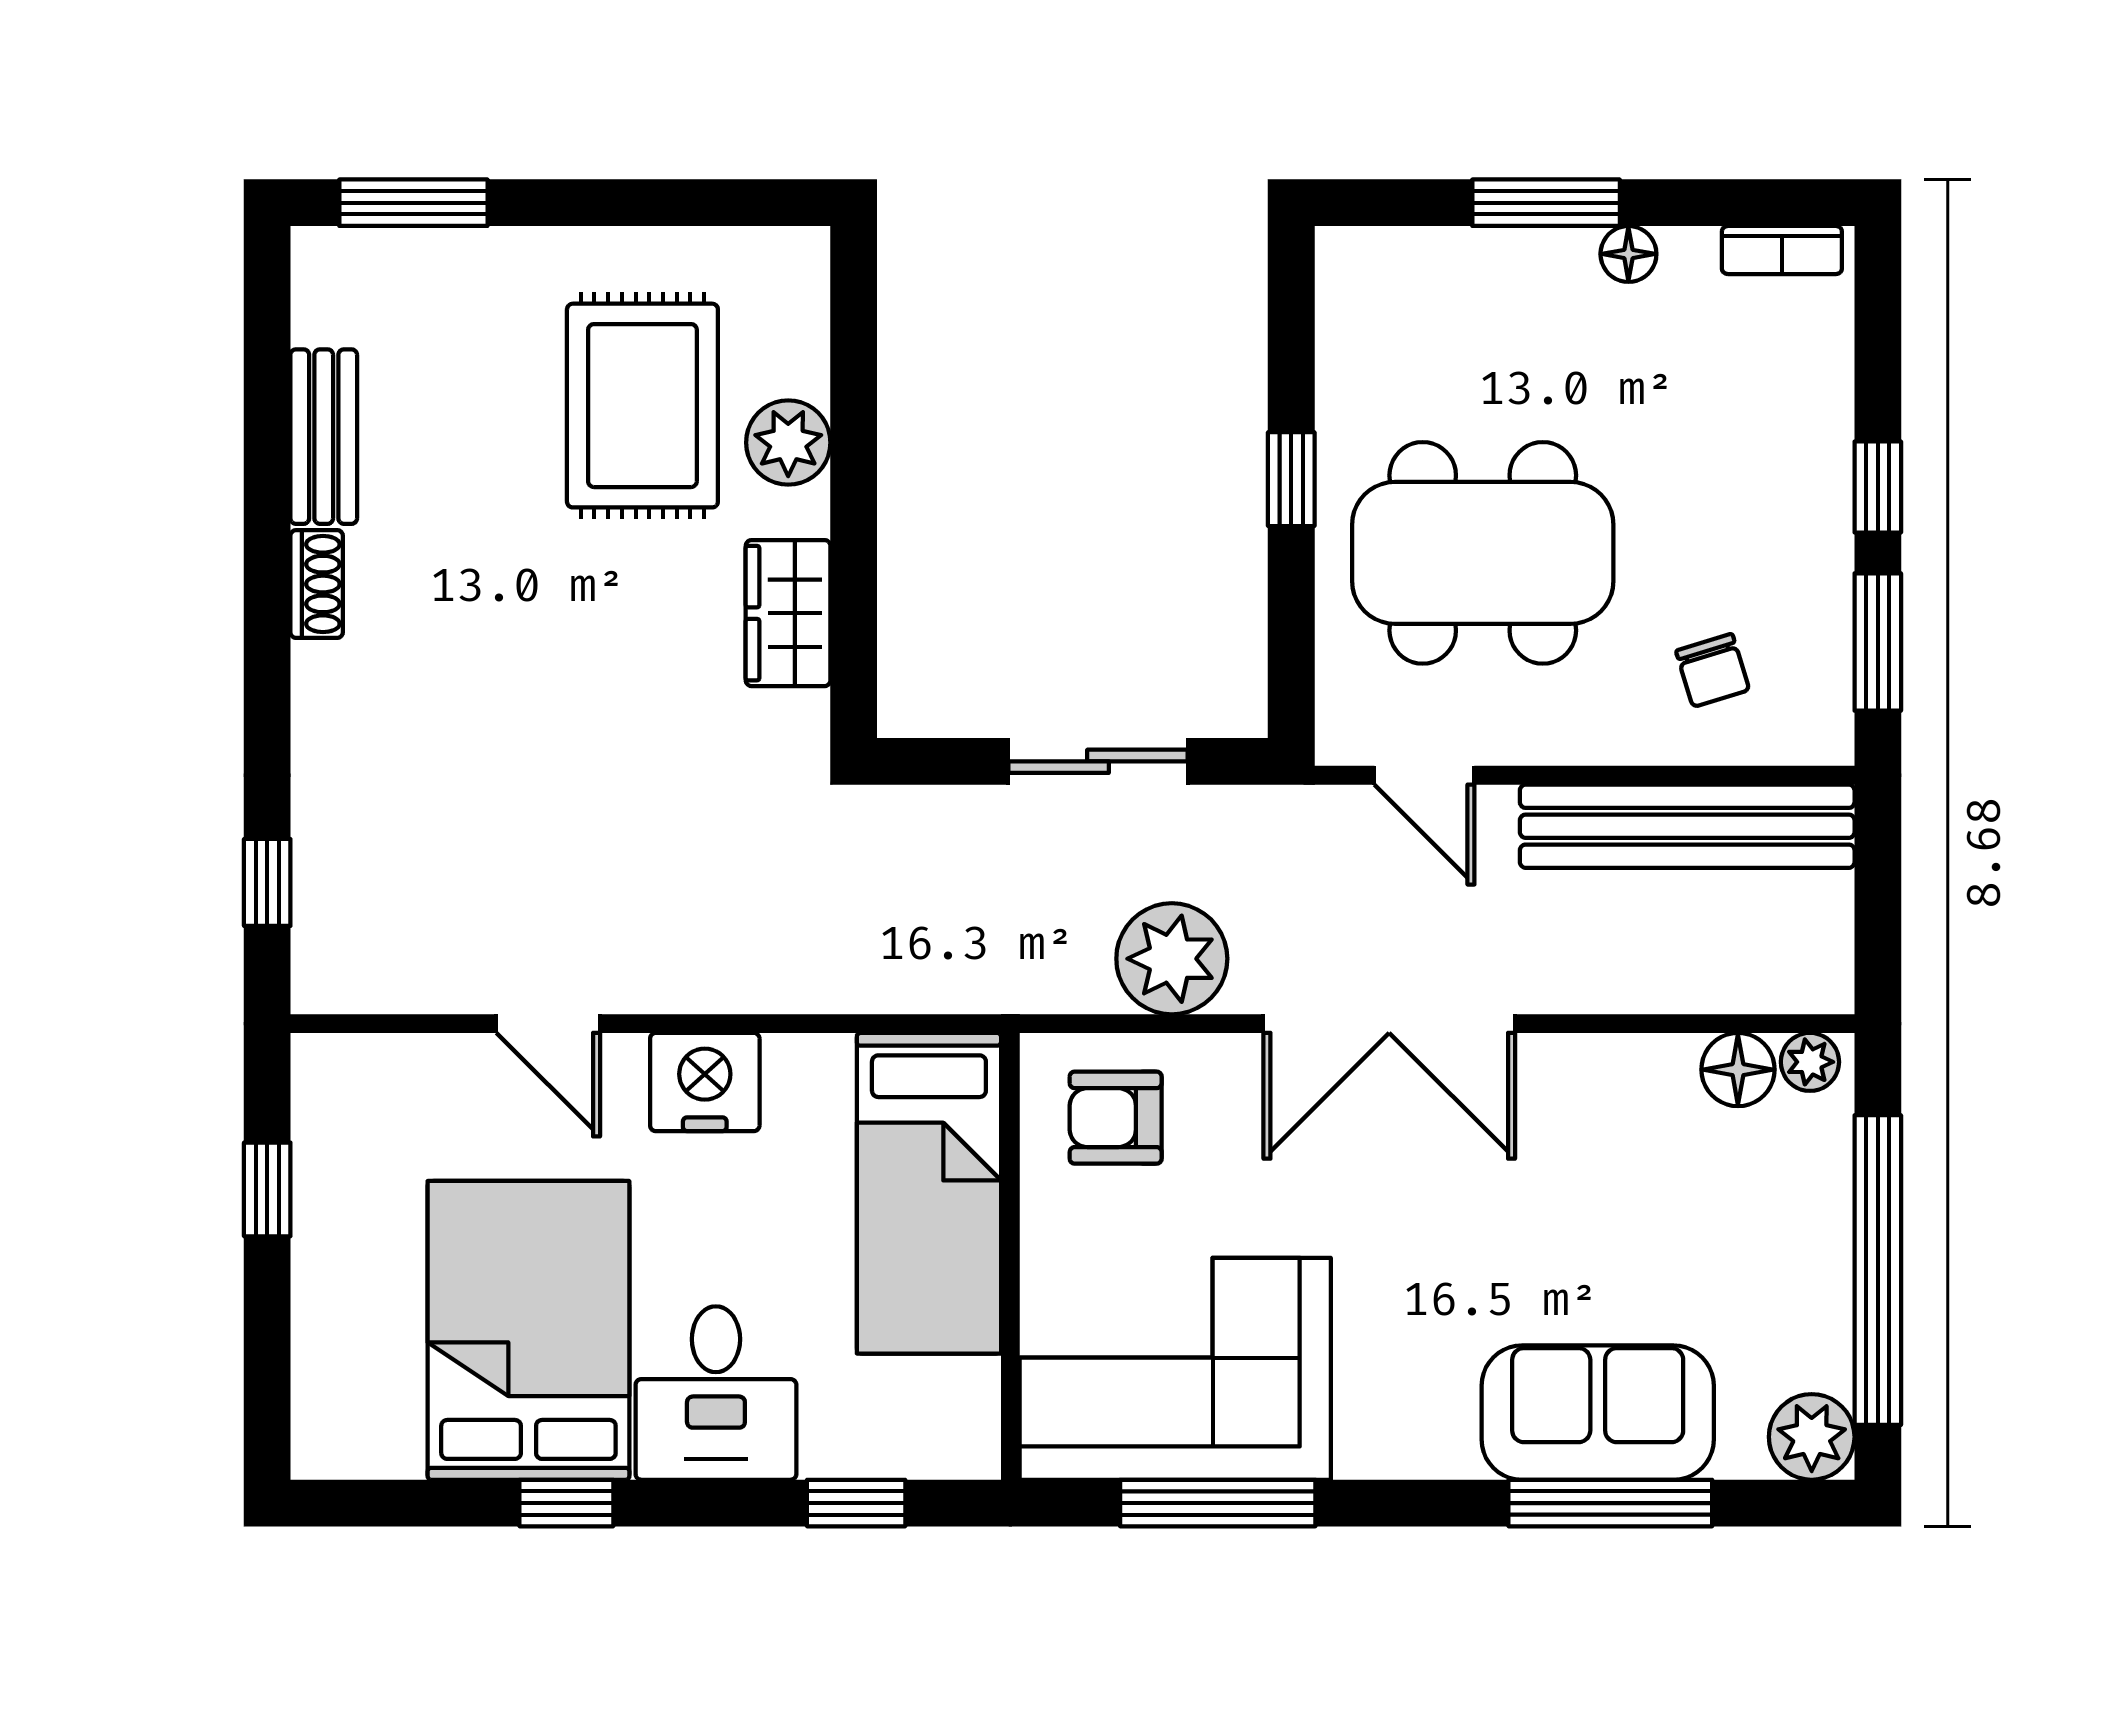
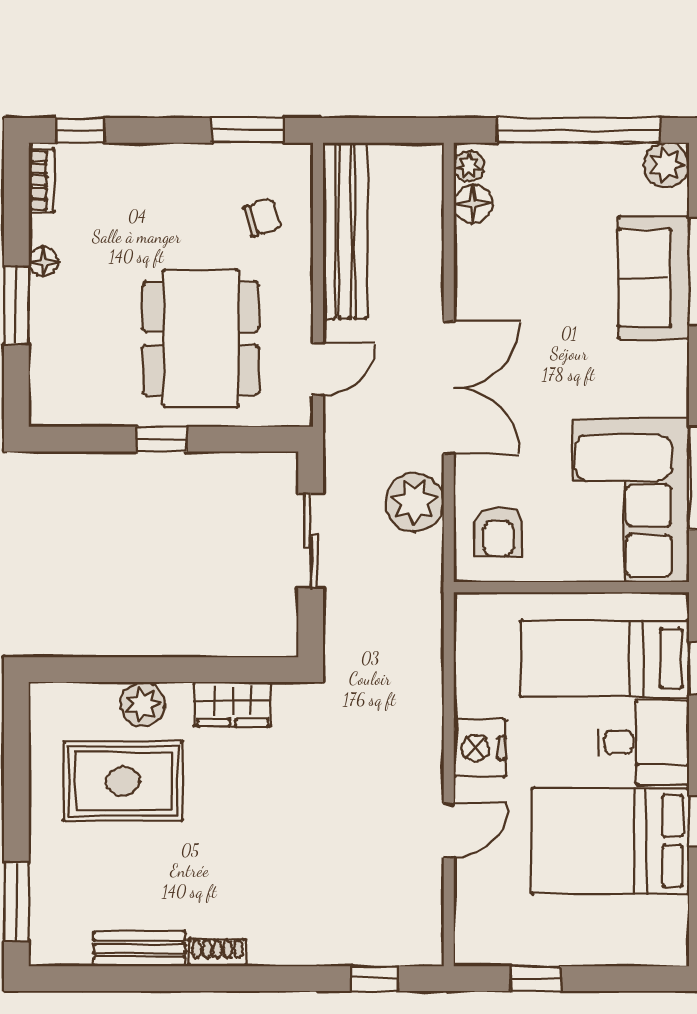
window: (1878, 487) -> (80, 130), moved
bed: (929, 1193) -> (605, 659), moved, turned 180

